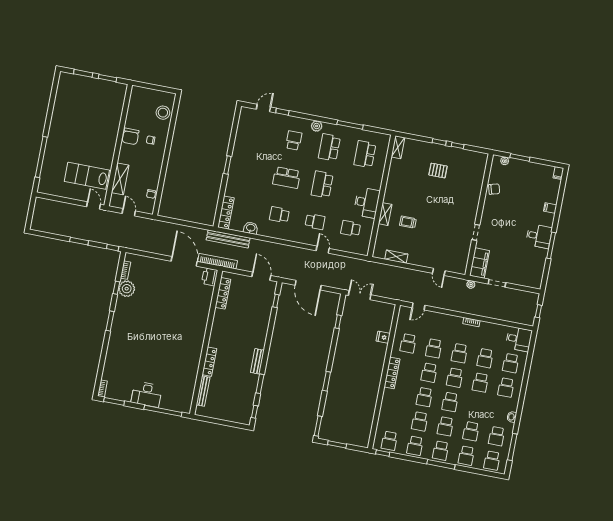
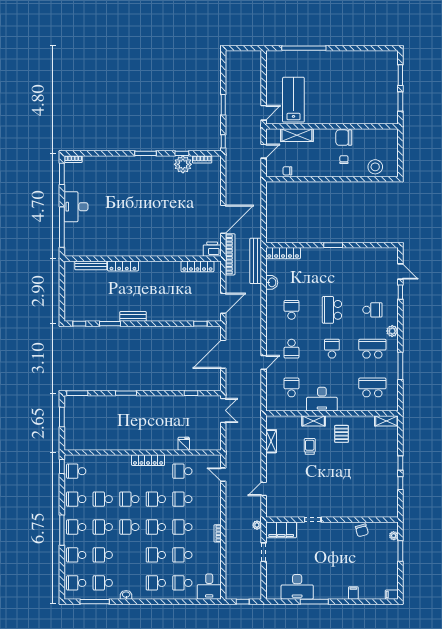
pallet: (438, 171) -> (342, 434), moved
school desk: (322, 184) -> (332, 349), width x0.54
desk: (539, 236) -> (297, 587), moved, width x1.37

